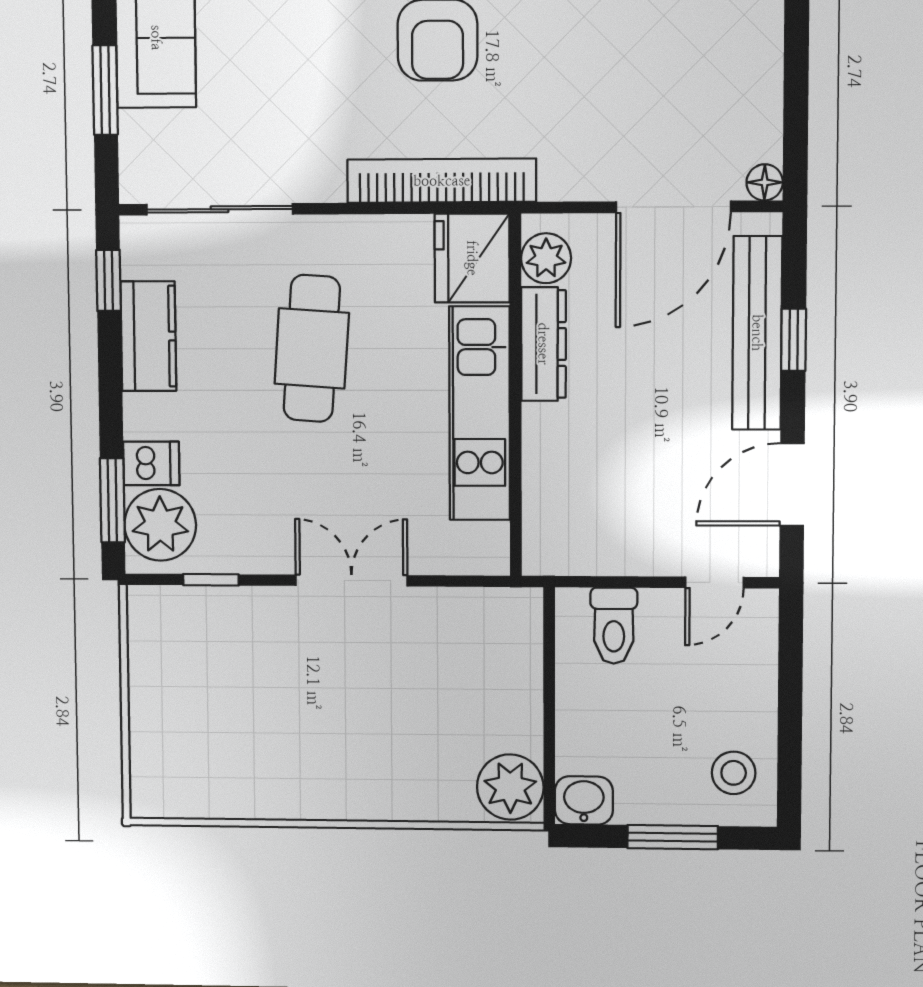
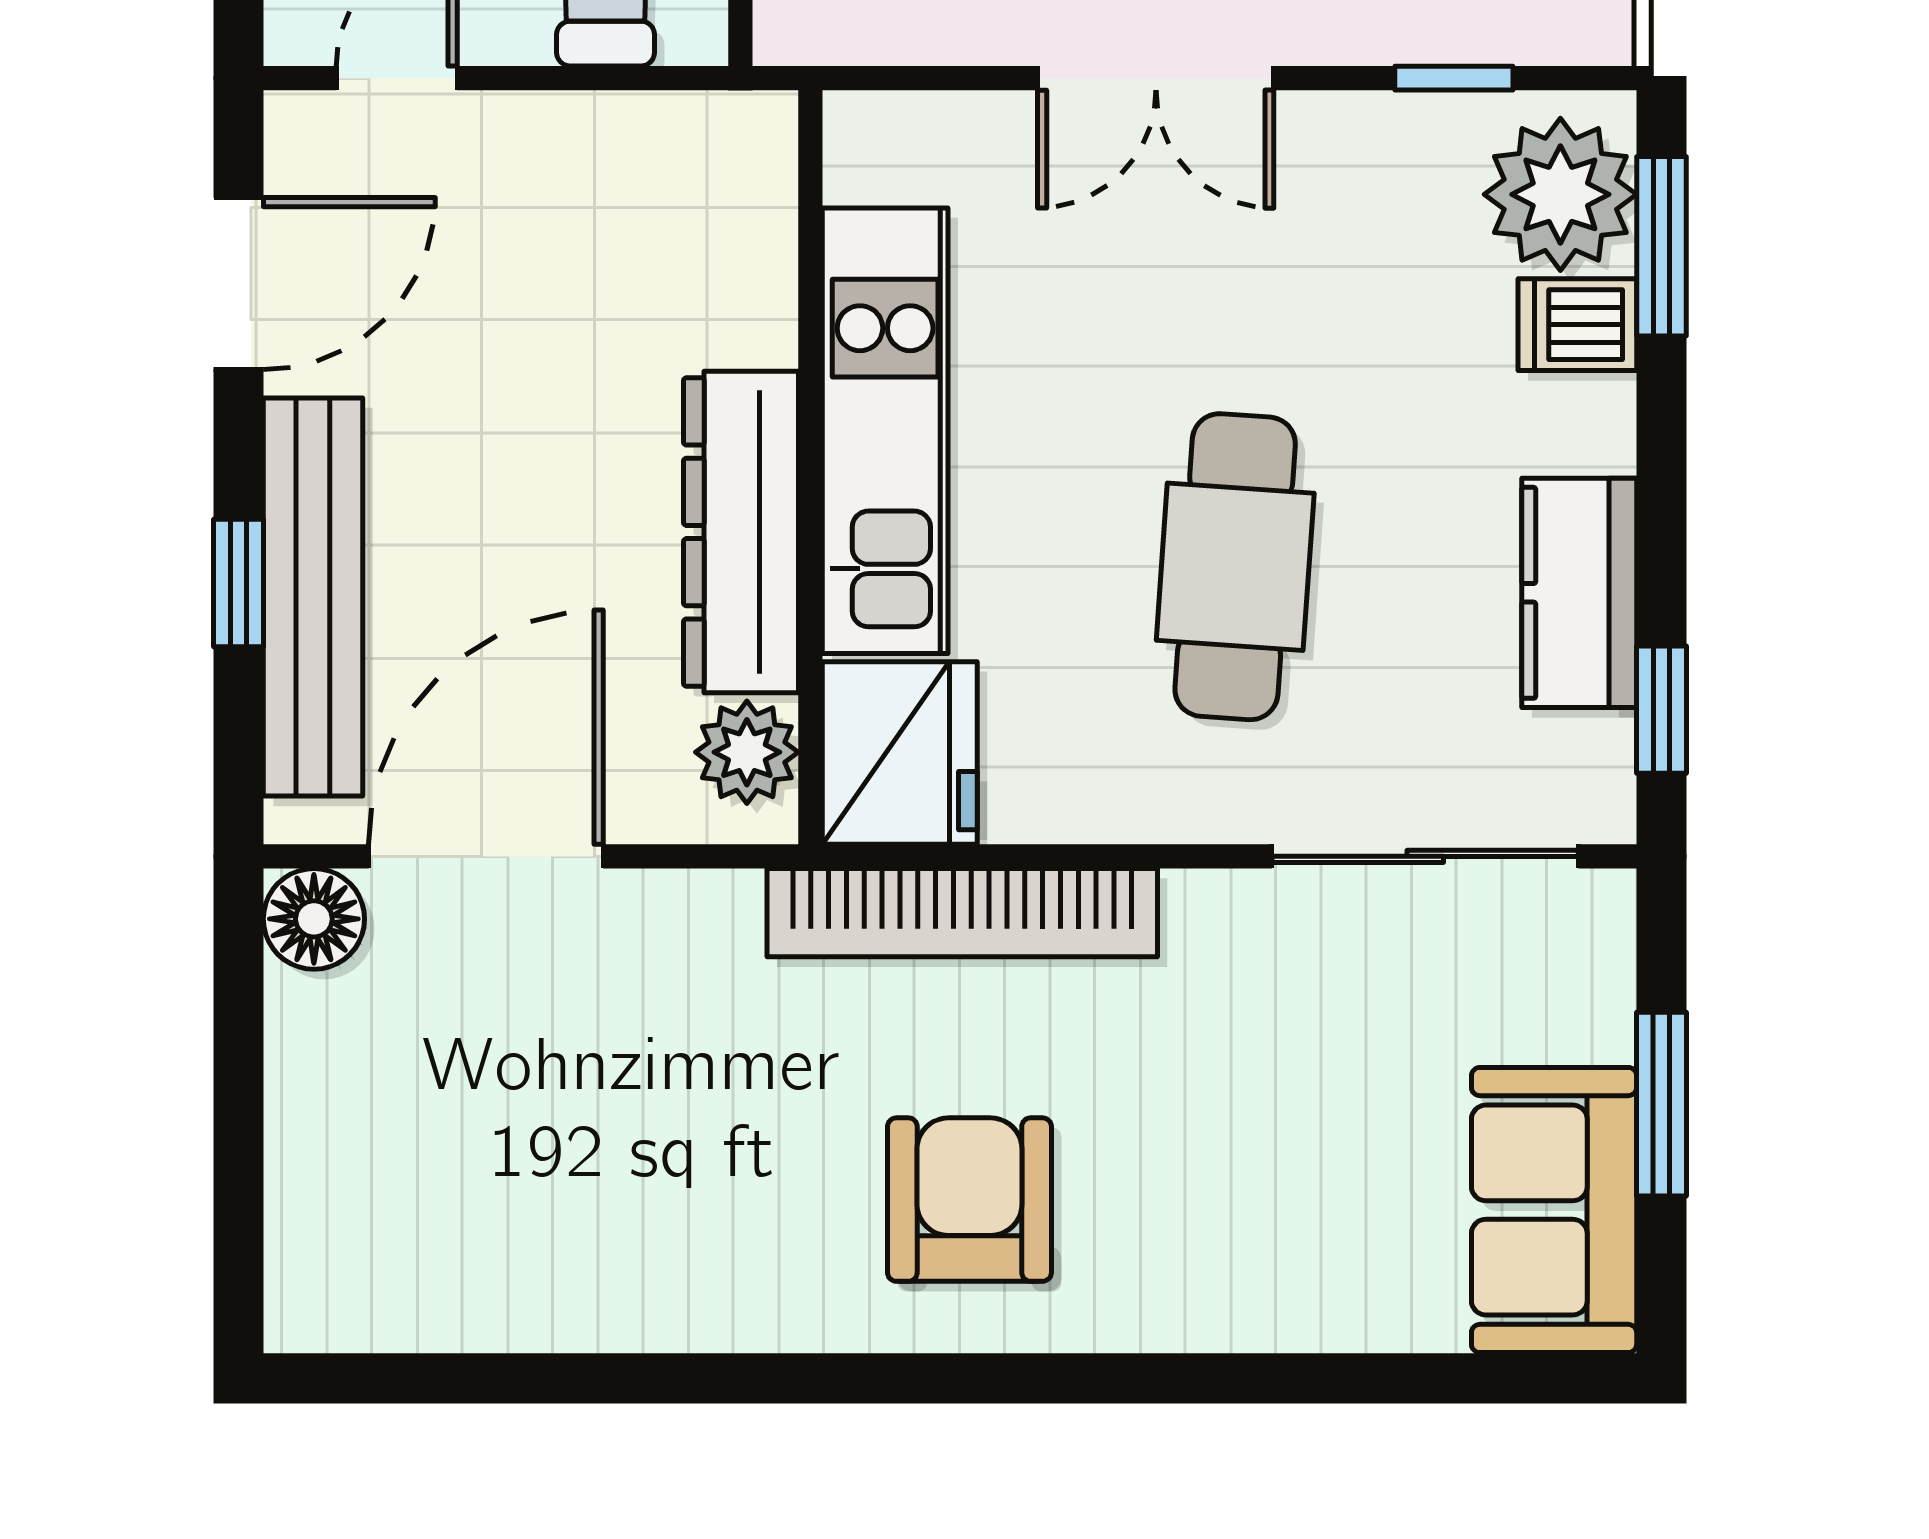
floor lamp: (765, 182) -> (314, 919), width x1.37, depth x1.37
dresser: (543, 344) -> (741, 532), width x1.37, depth x1.24

